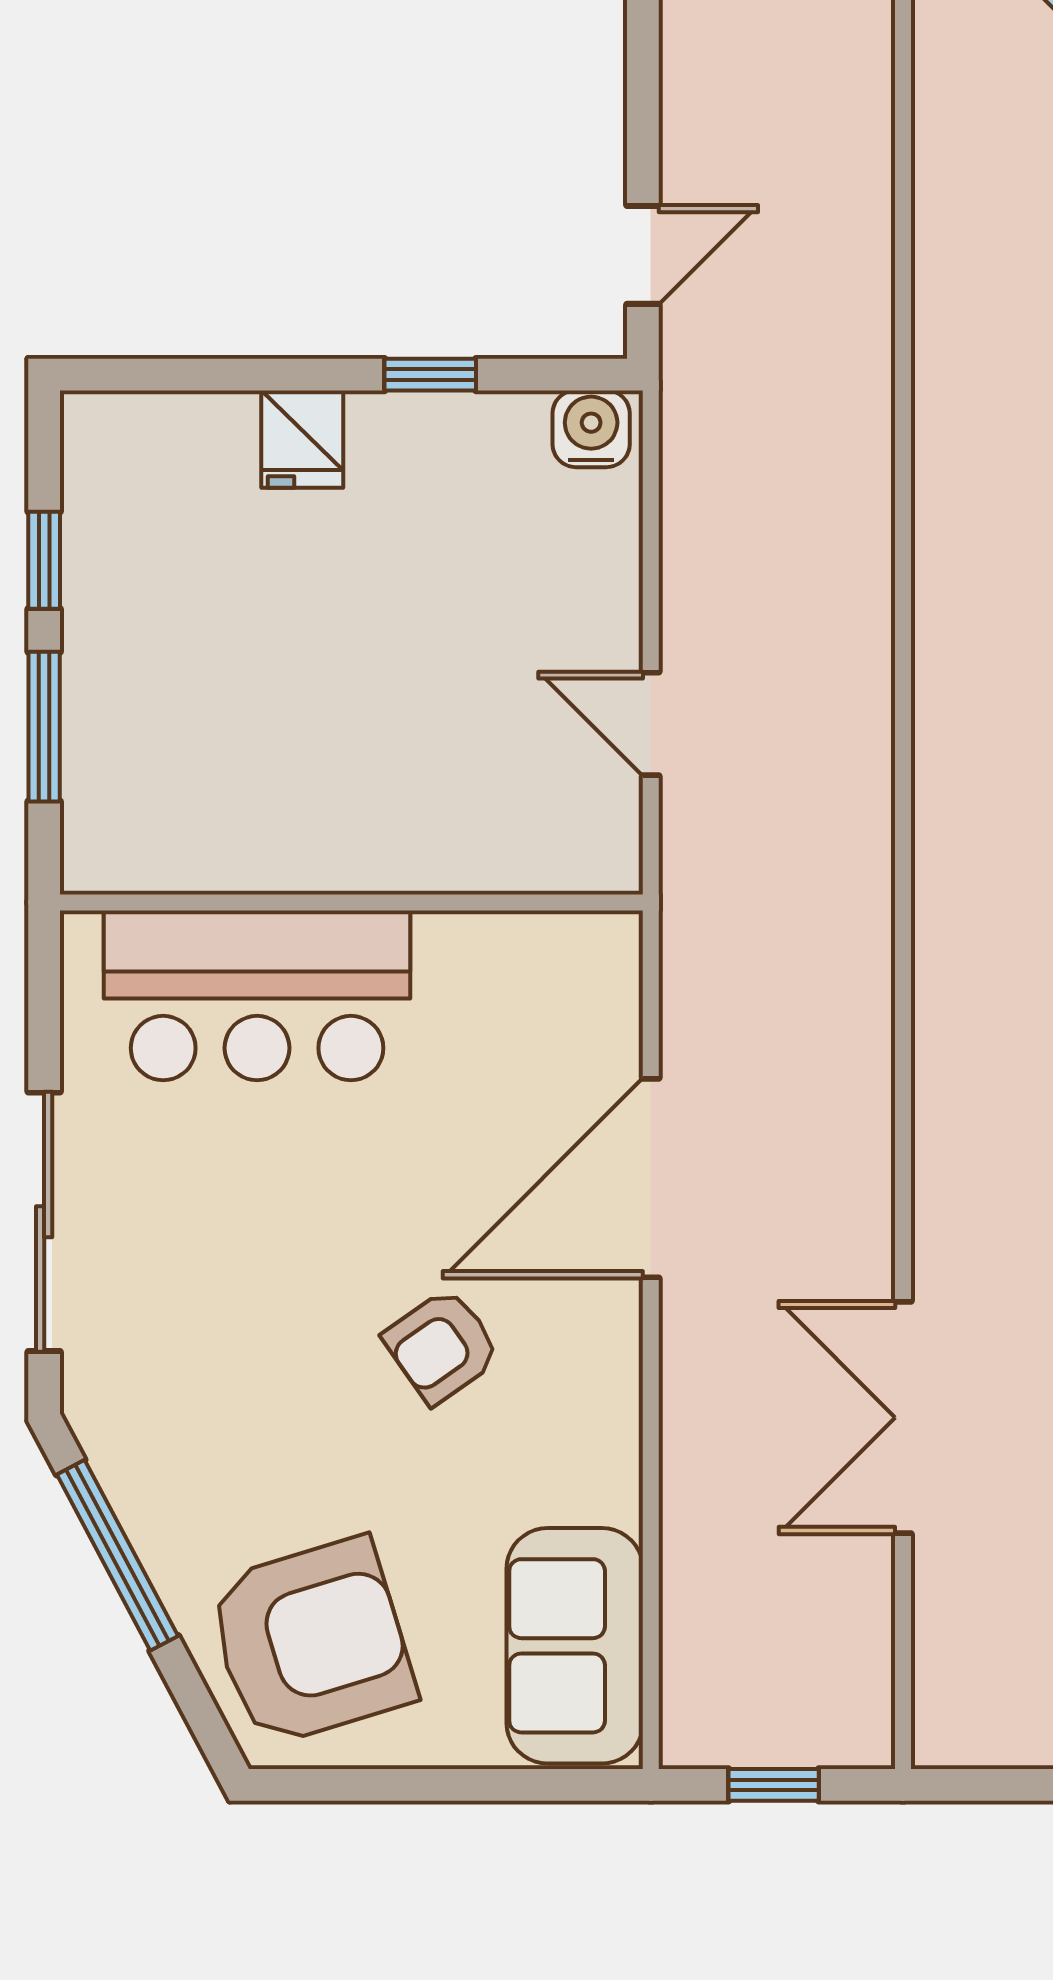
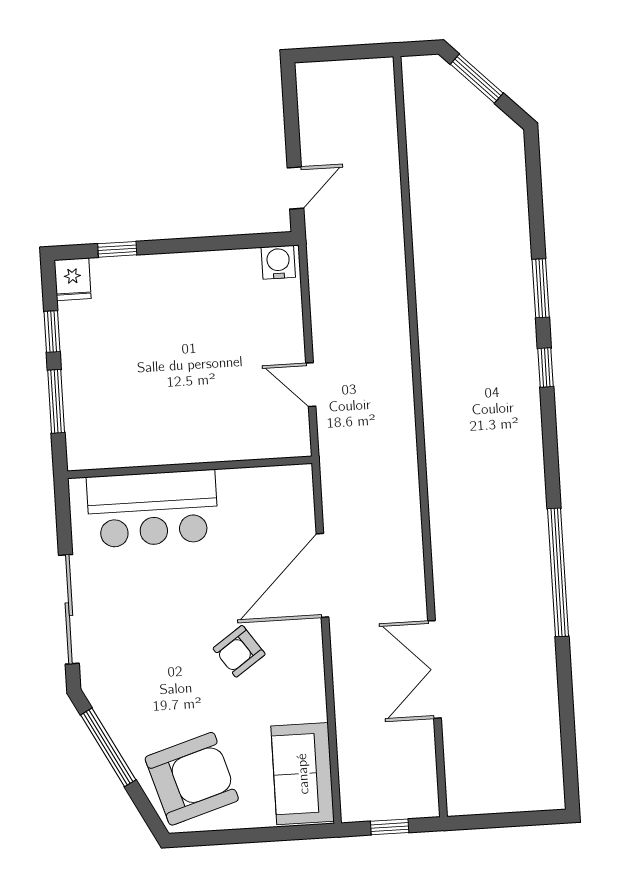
window: (430, 375) -> (117, 249), moved
fridge: (302, 439) -> (73, 279), moved

